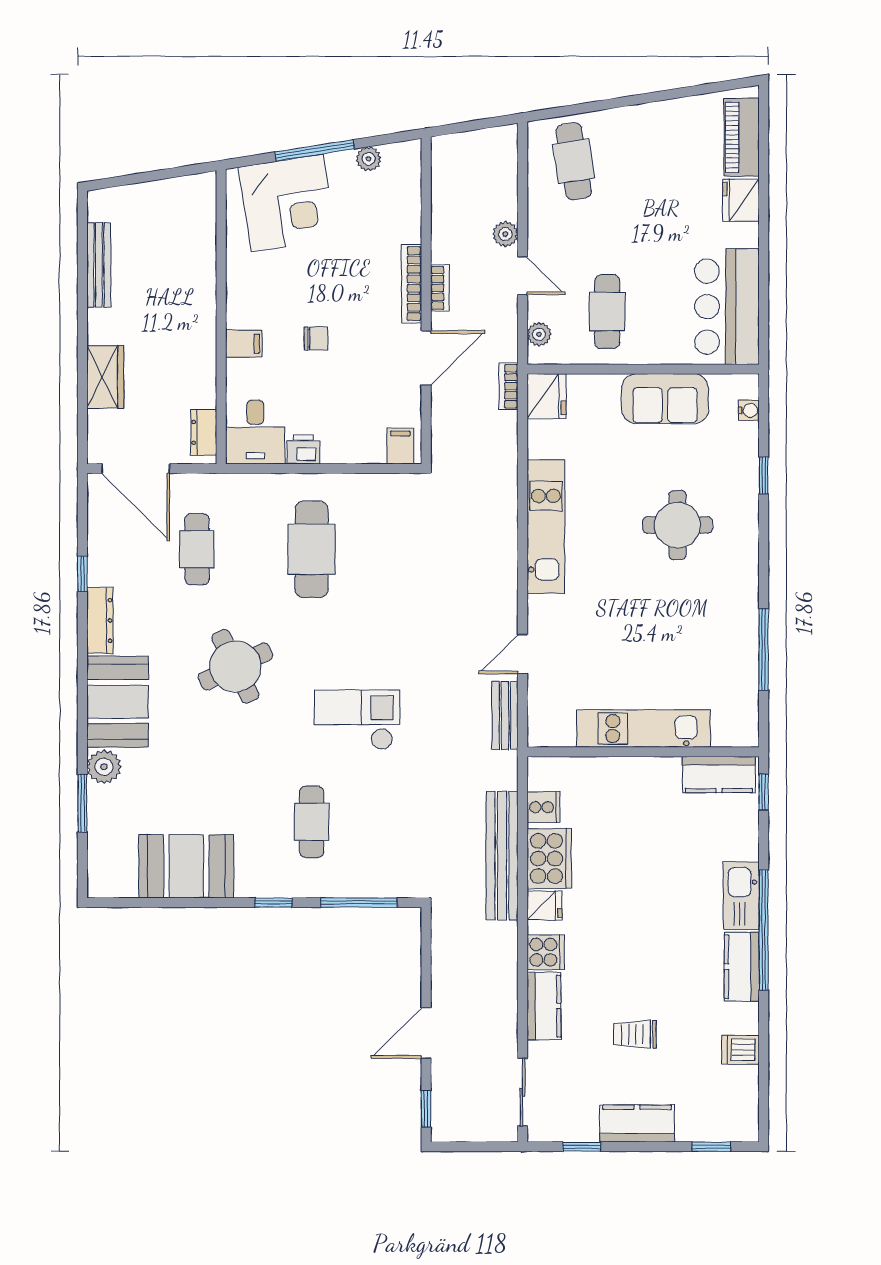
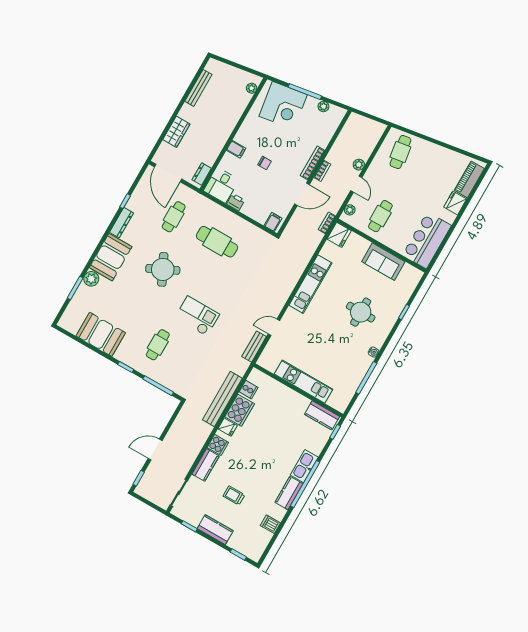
plant: (205, 205) -> (252, 88), added
water cooler: (749, 410) -> (373, 352), moved
cafe table: (312, 549) -> (217, 242), turned 90

